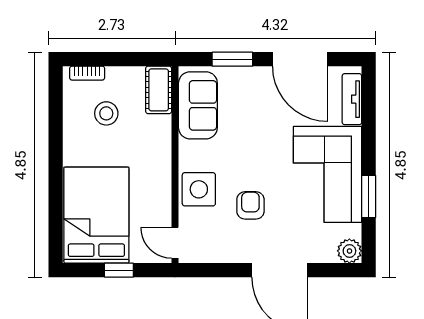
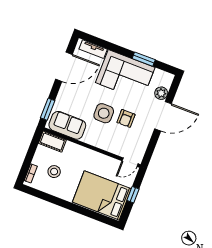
window: (232, 59) -> (48, 109), moved
side table: (199, 189) -> (104, 113), moved
armchair: (250, 205) -> (126, 118), turned -90
plant: (349, 251) -> (161, 93), moved

